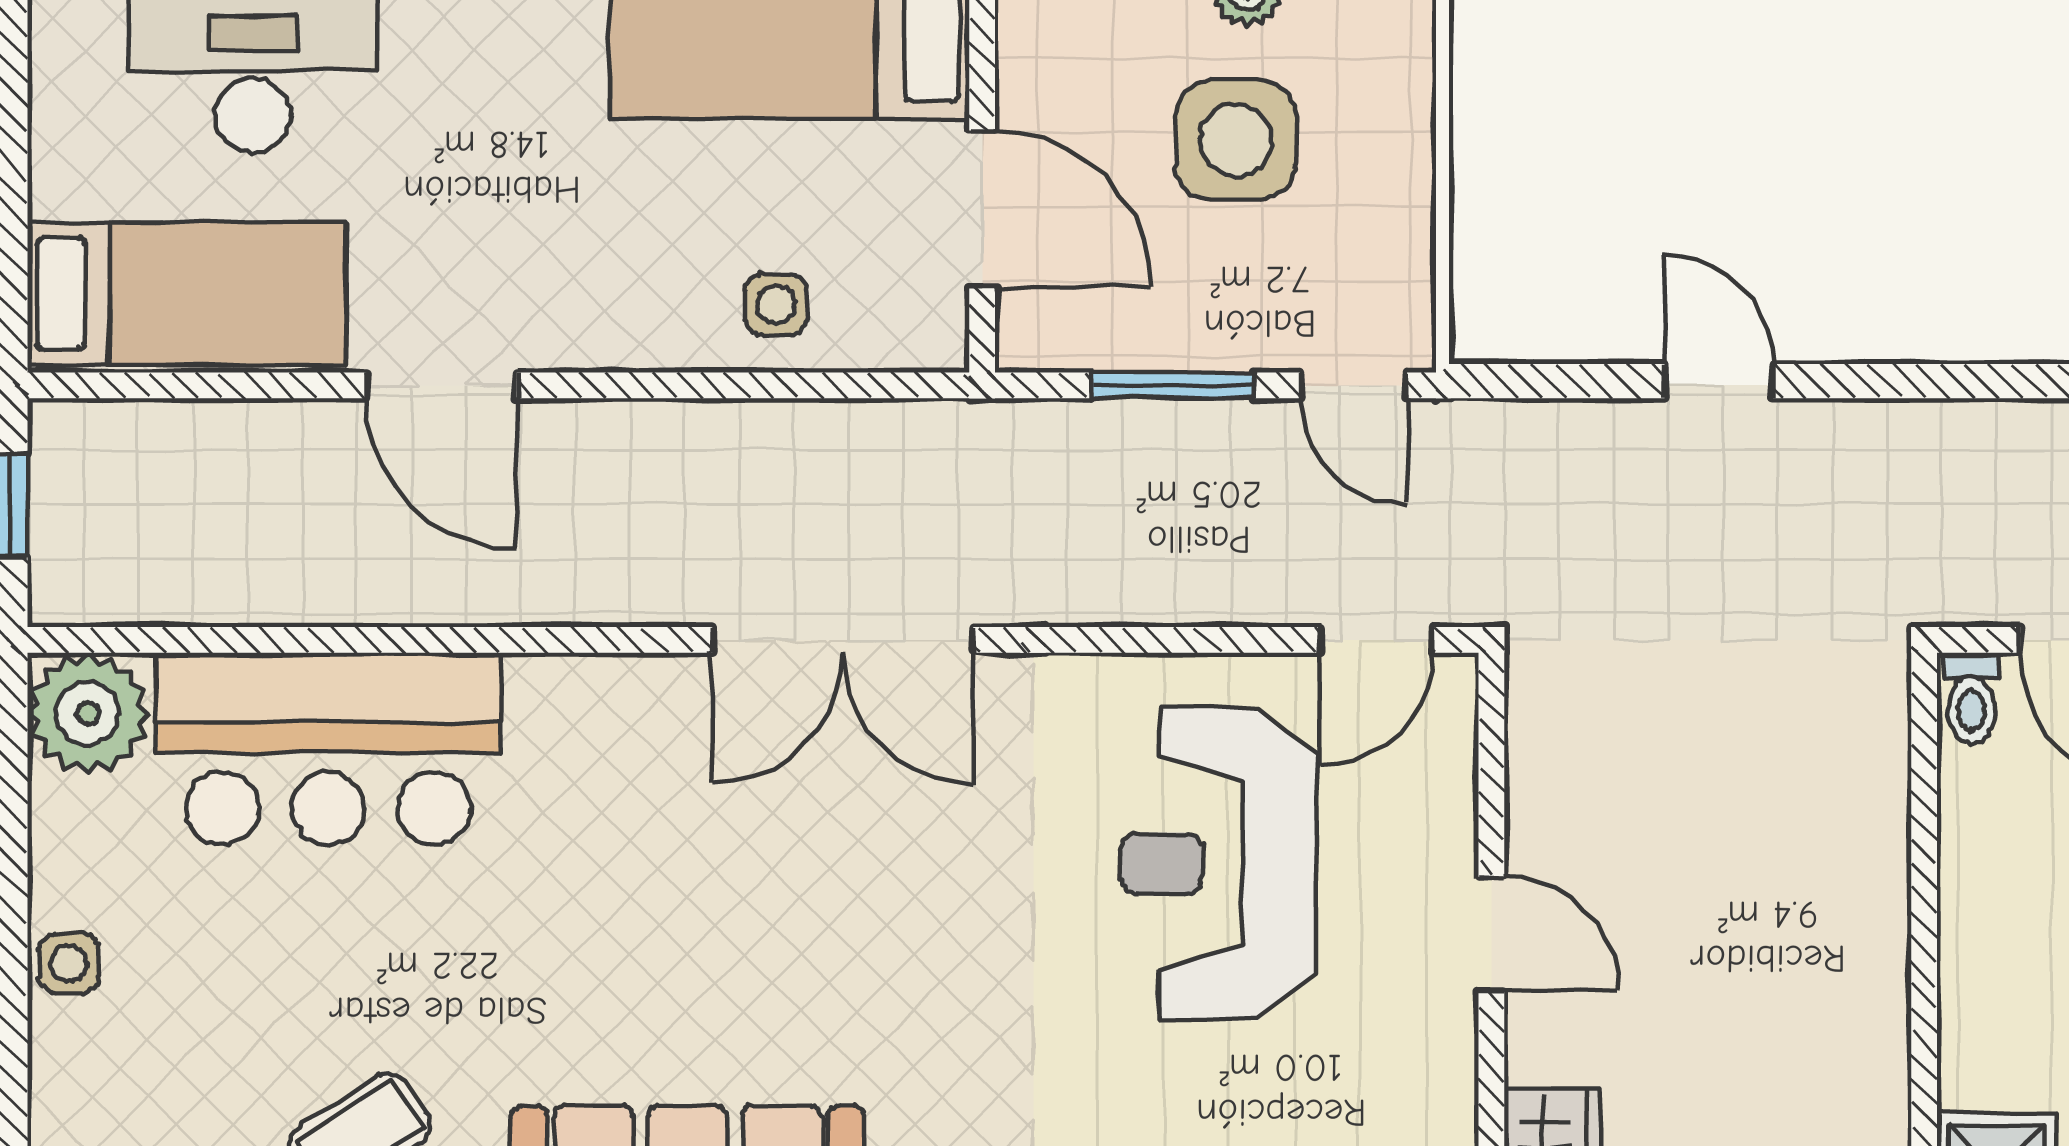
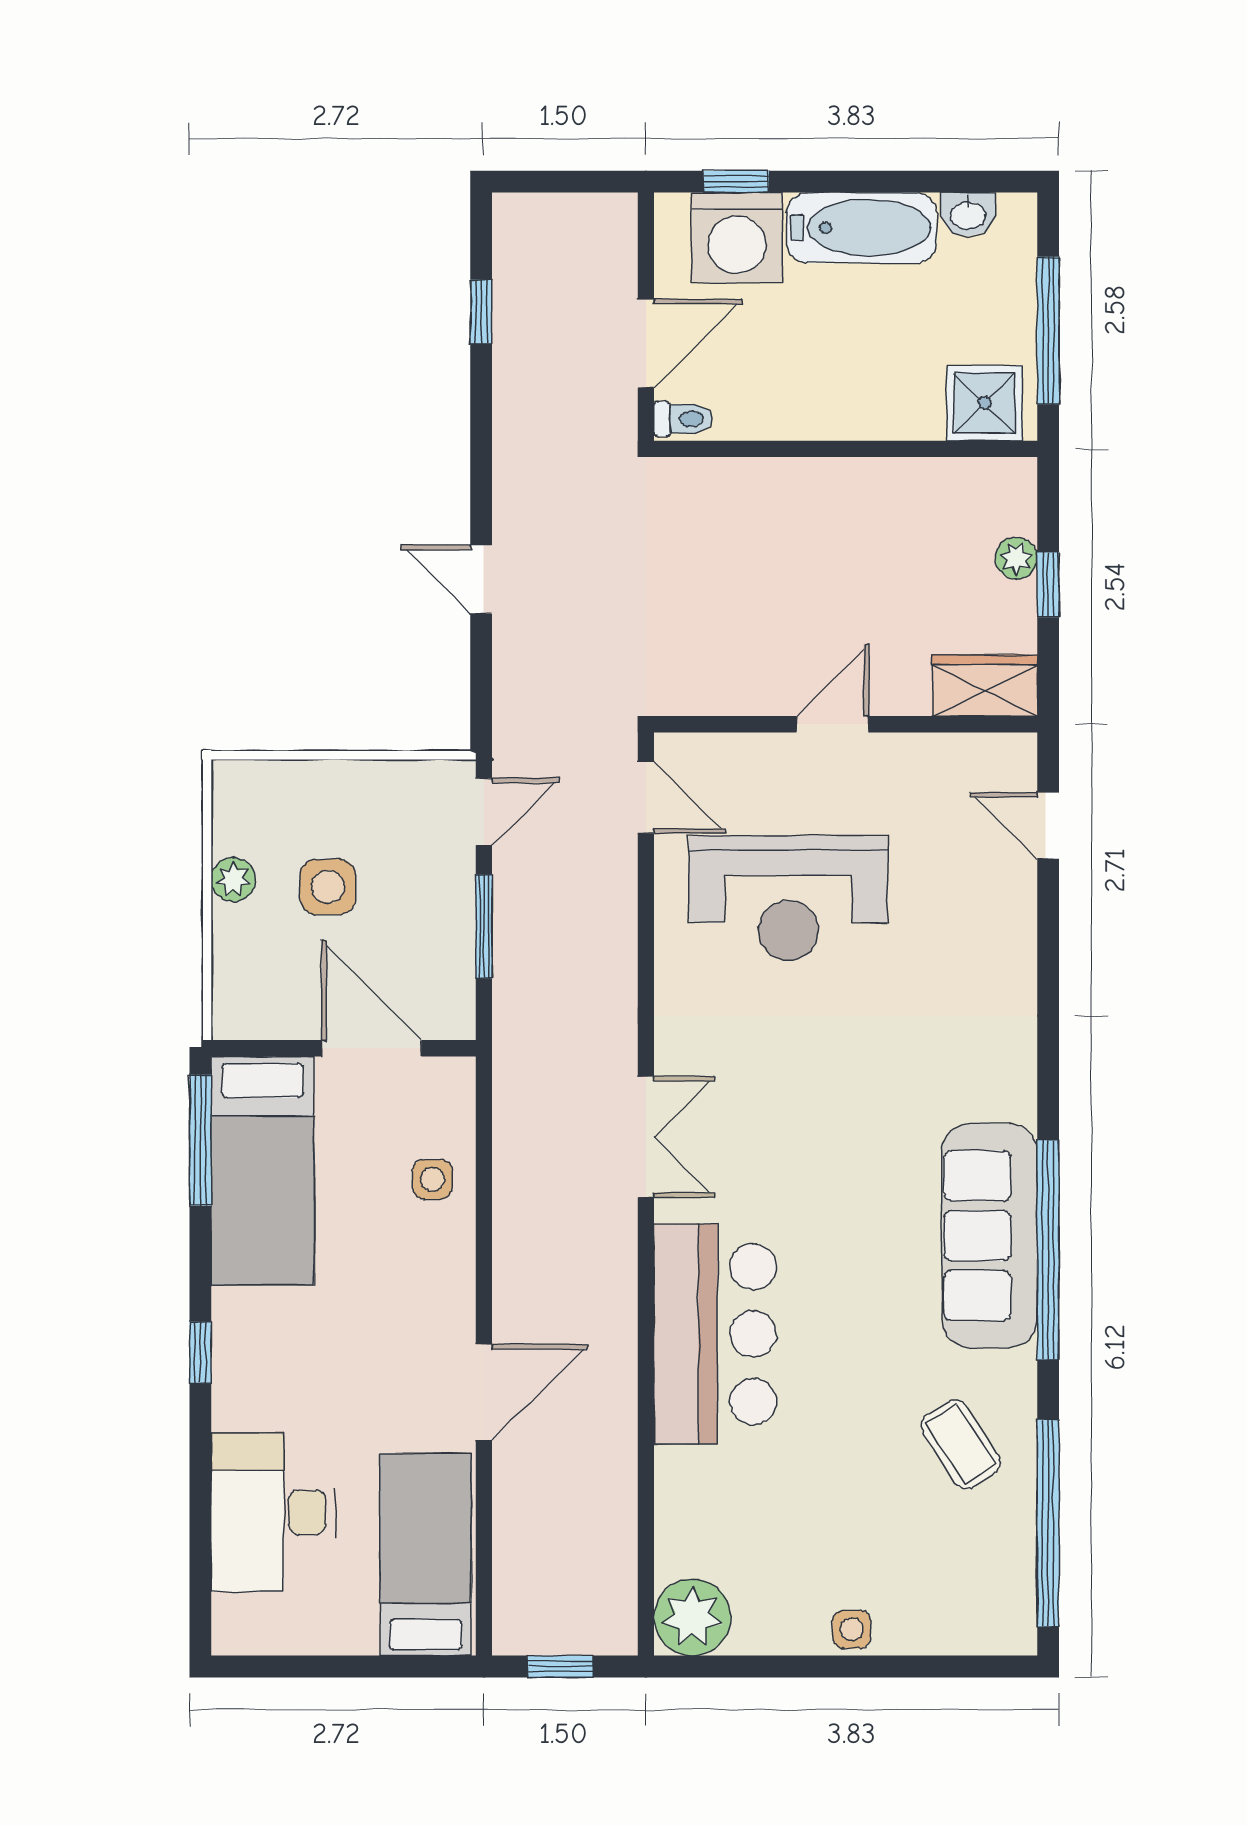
side table: (1236, 140) -> (328, 887), width x0.73, depth x0.73
door: (982, 209) -> (372, 1048), hinge flipped
door: (1719, 381) -> (481, 580), hinge flipped
double door: (843, 640) -> (646, 1137), width x0.73
bar counter: (328, 749) -> (715, 1334), moved

